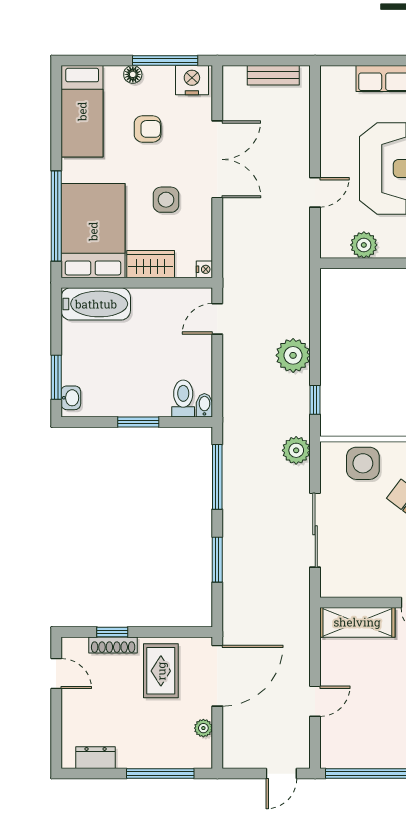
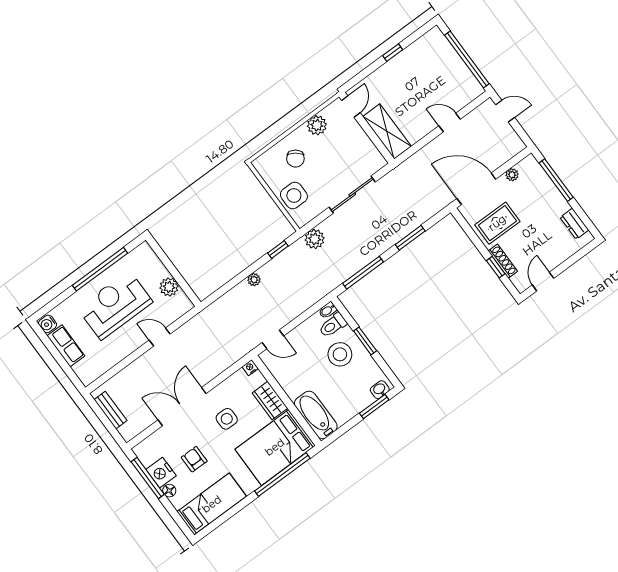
nightstand: (192, 80) -> (161, 473), moved
plant: (293, 355) -> (254, 280), width x0.53, depth x0.53
stool: (144, 382) -> (340, 354), added

